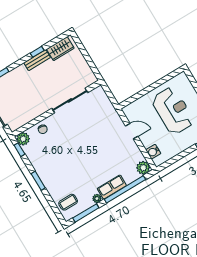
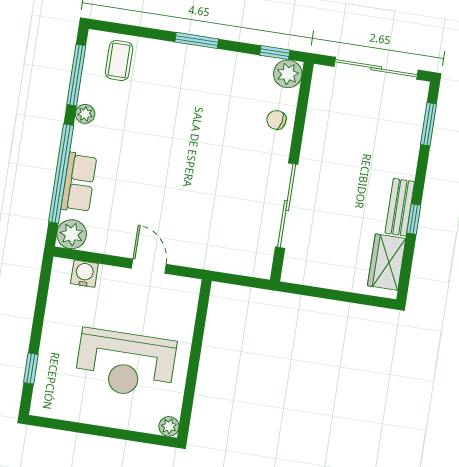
plant: (182, 77) -> (169, 426), added
door: (132, 131) -> (149, 266), swing flipped
row of seats: (112, 187) -> (79, 183), moved

